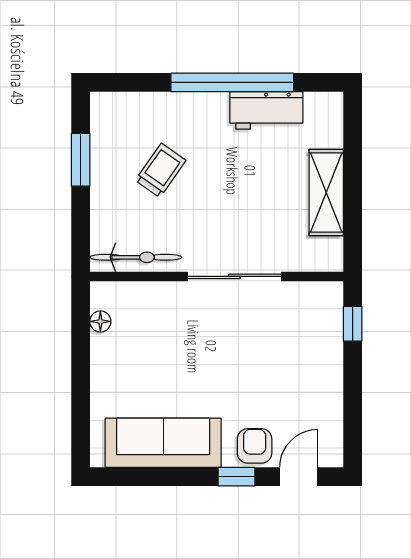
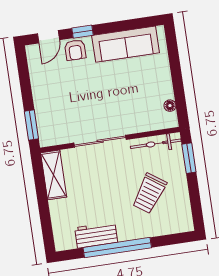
window: (81, 160) -> (189, 158), moved
trolley: (161, 170) -> (149, 193), width x1.36, depth x1.39
shelving: (326, 192) -> (54, 175), moved
window: (353, 324) -> (31, 125), width x1.50

